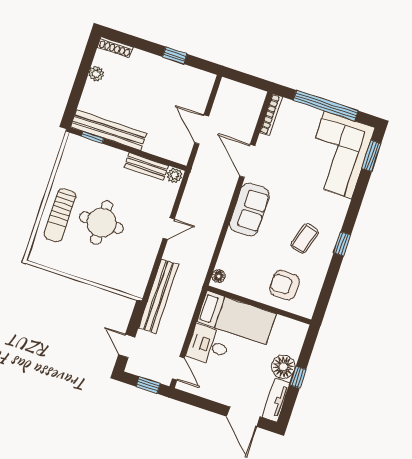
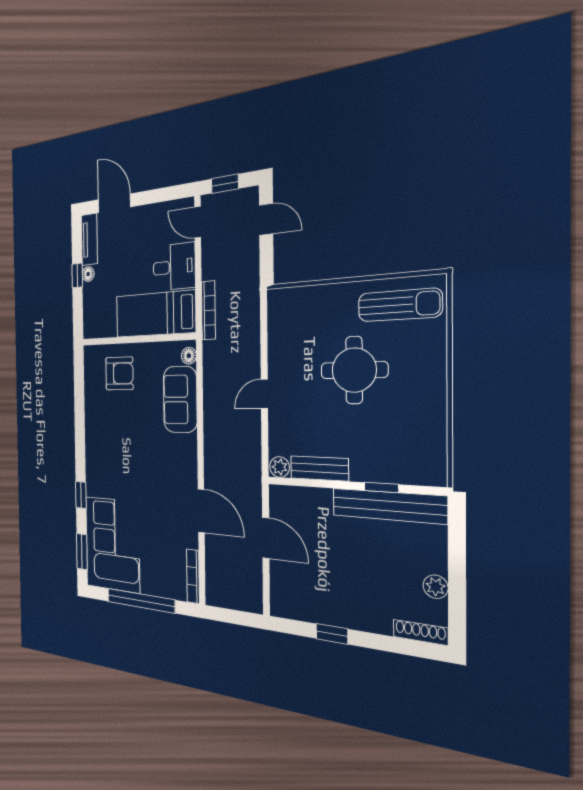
window: (93, 137) -> (381, 487), moved
sofa: (249, 210) -> (180, 399), moved
sun lounger: (60, 215) -> (400, 305), moved, turned 90
coffee table: (305, 238) -> (116, 436), removed
window: (342, 244) -> (81, 495), moved
bench: (159, 296) -> (249, 301), removed
bookcase: (191, 302) -> (208, 310), added
floor lamp: (283, 367) -> (88, 274), width x0.53, depth x0.53

